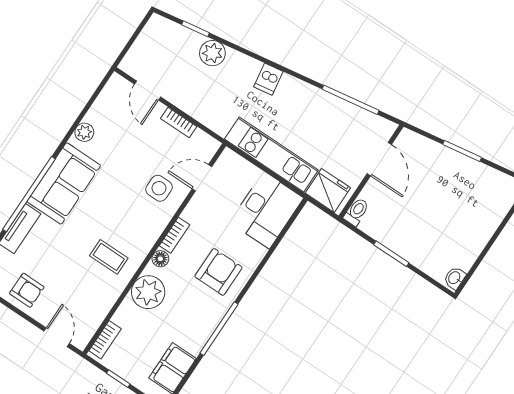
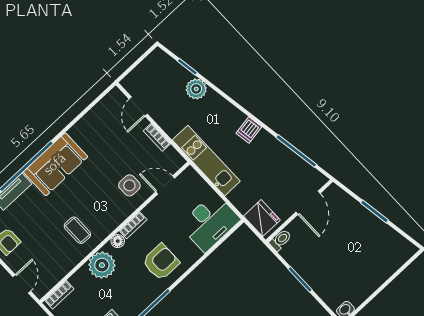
dishwasher: (268, 79) -> (249, 130), moved
plant: (84, 132) -> (81, 128), removed
kitchen unit: (271, 155) -> (206, 161), moved

